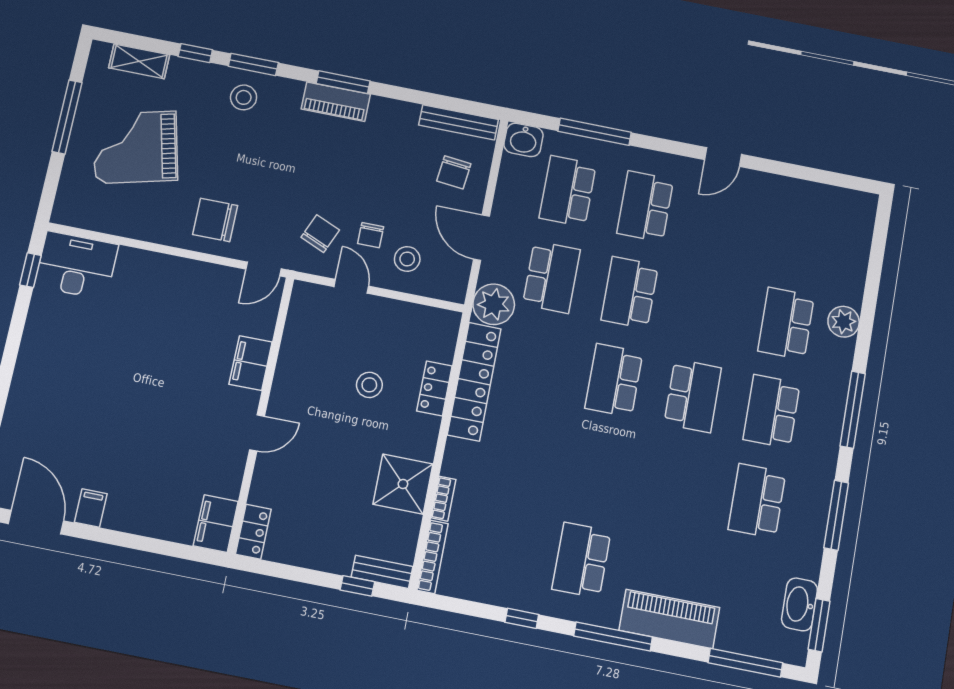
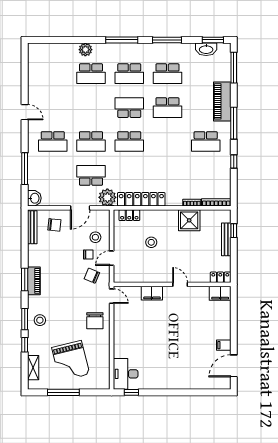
school desk: (568, 191) -> (167, 108), moved
locker: (434, 388) -> (129, 215), moved
bench: (382, 572) -> (226, 239), moved, width x1.36

